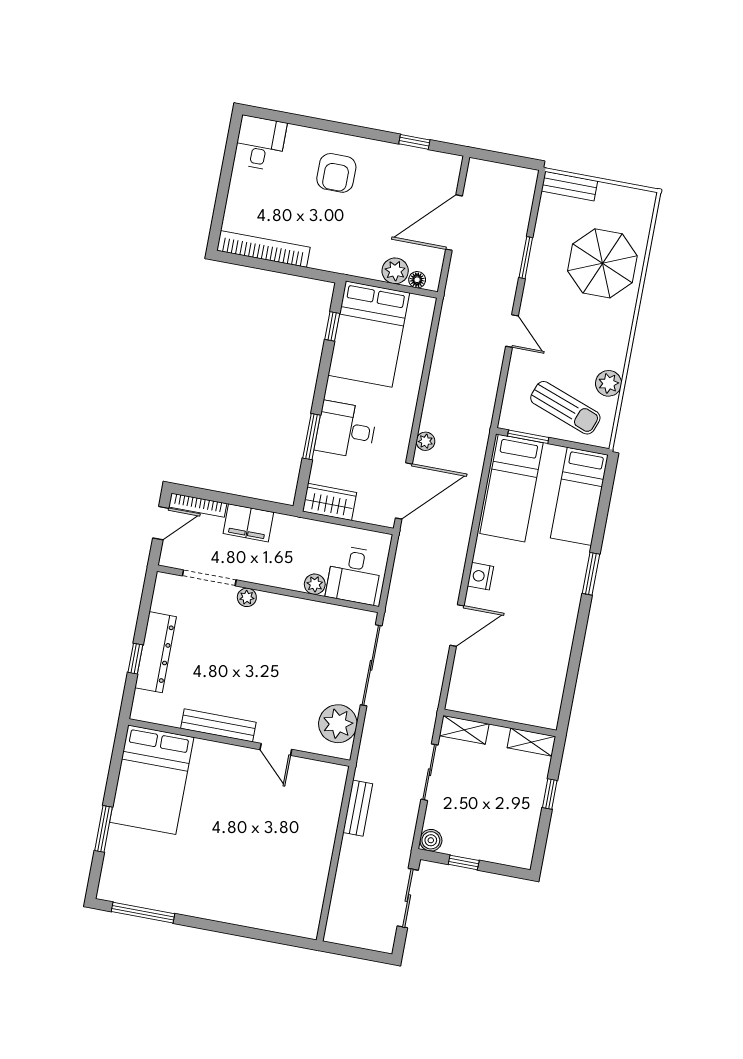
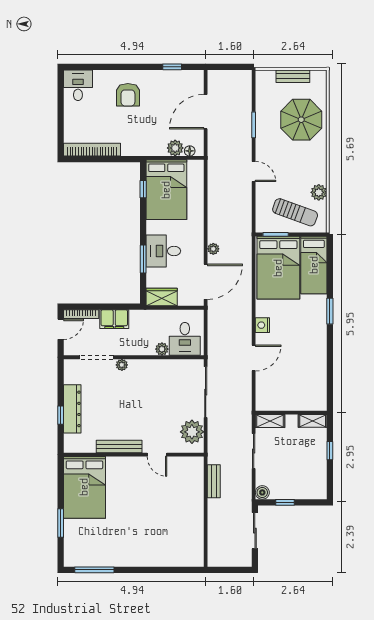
bench: (569, 186) -> (293, 76), moved
bed: (511, 488) -> (278, 268), width x1.50

